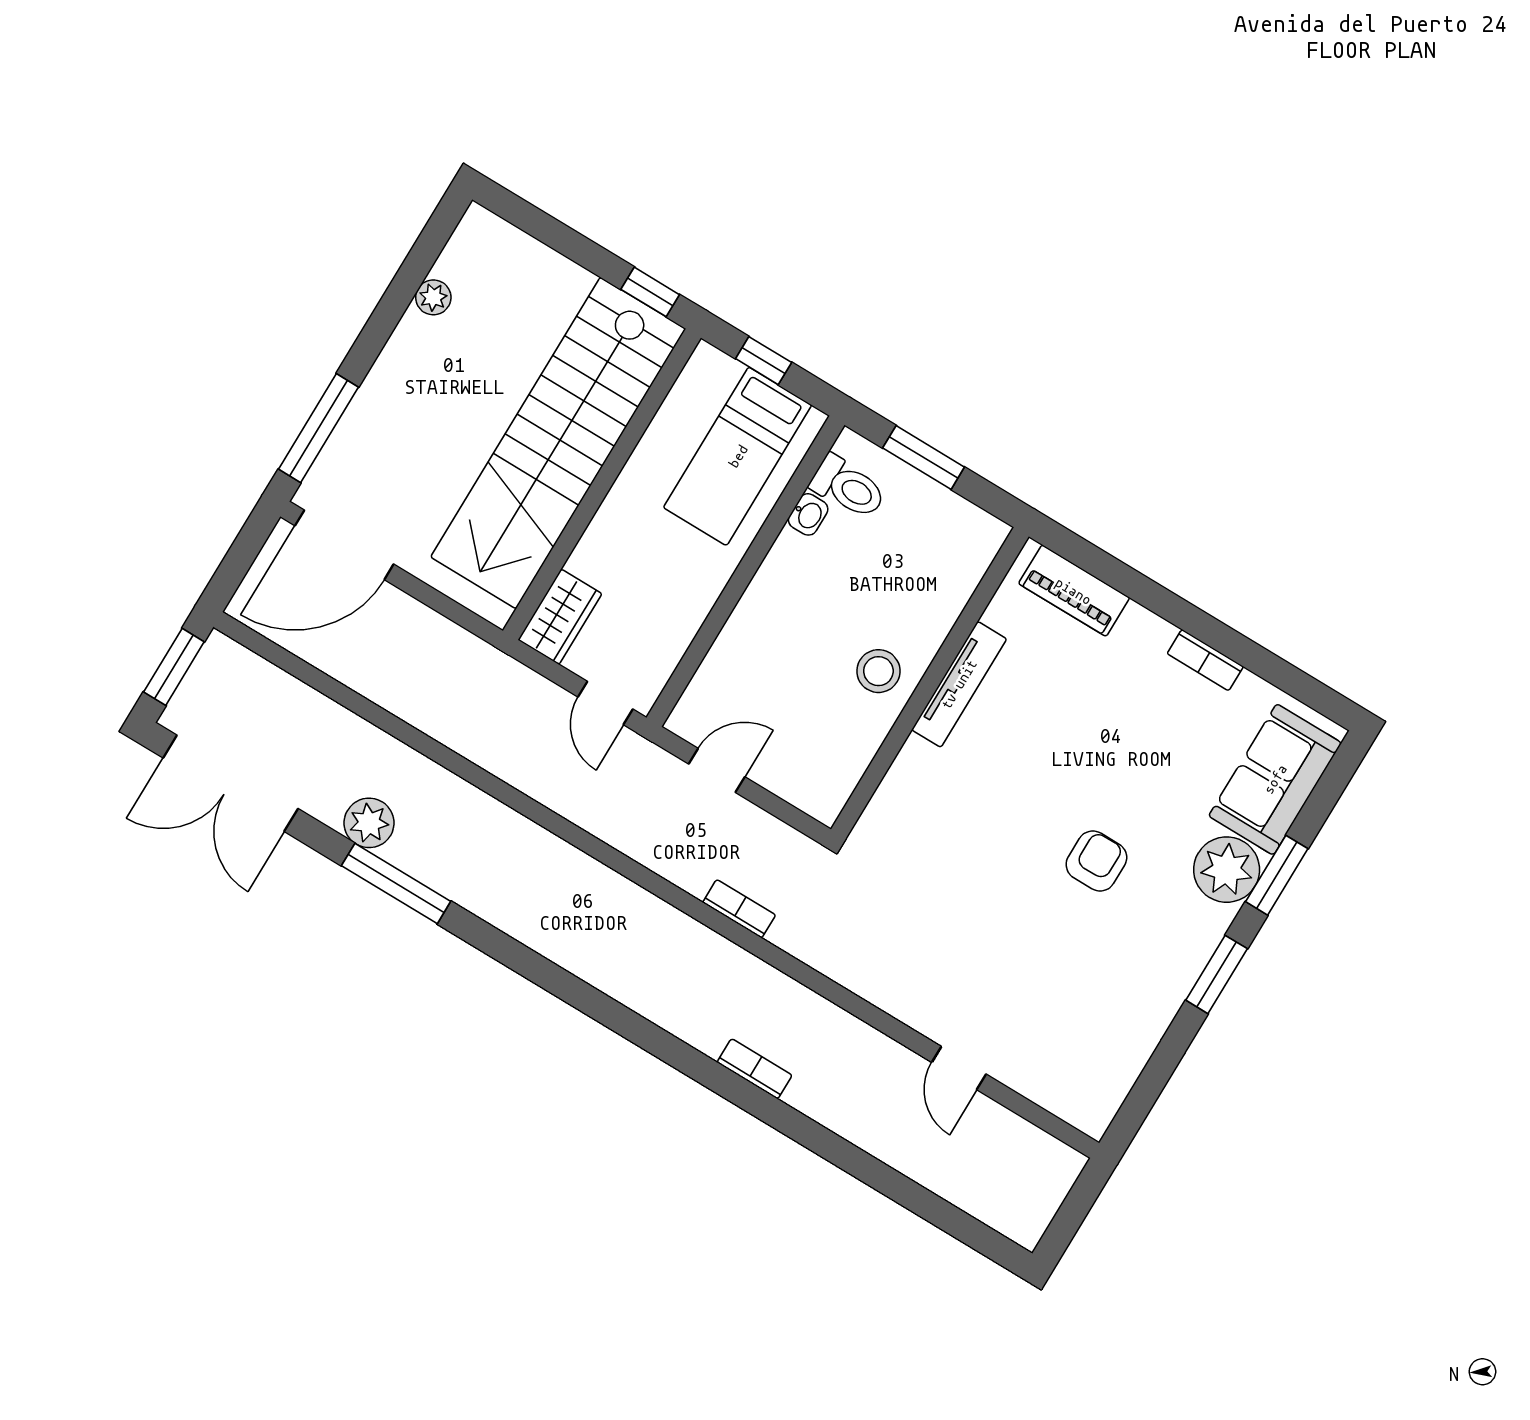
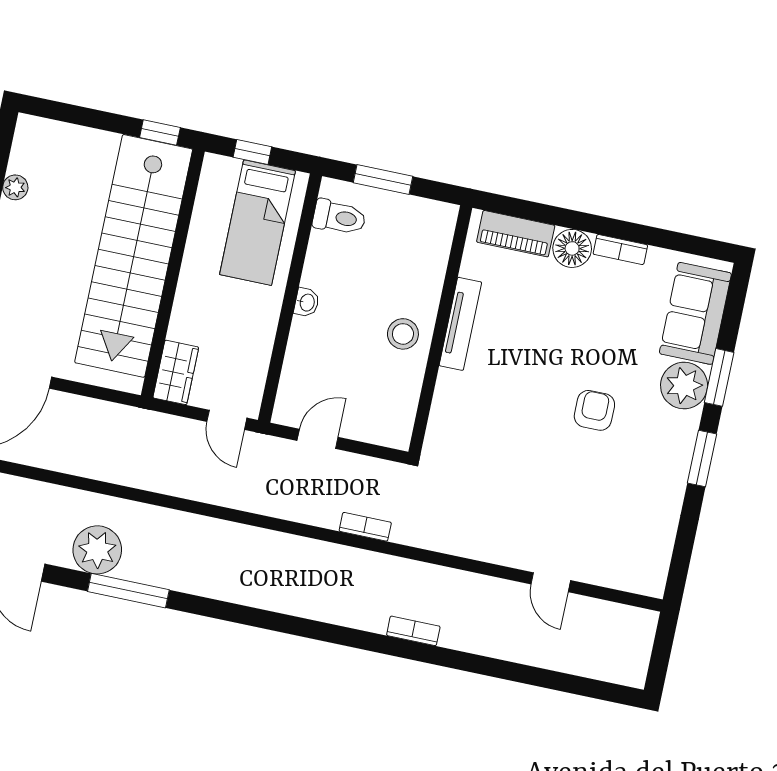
washbasin: (808, 514) -> (307, 302), moved
floor lamp: (1142, 636) -> (572, 248), added
plant: (369, 823) -> (97, 550), width x1.36, depth x1.36

